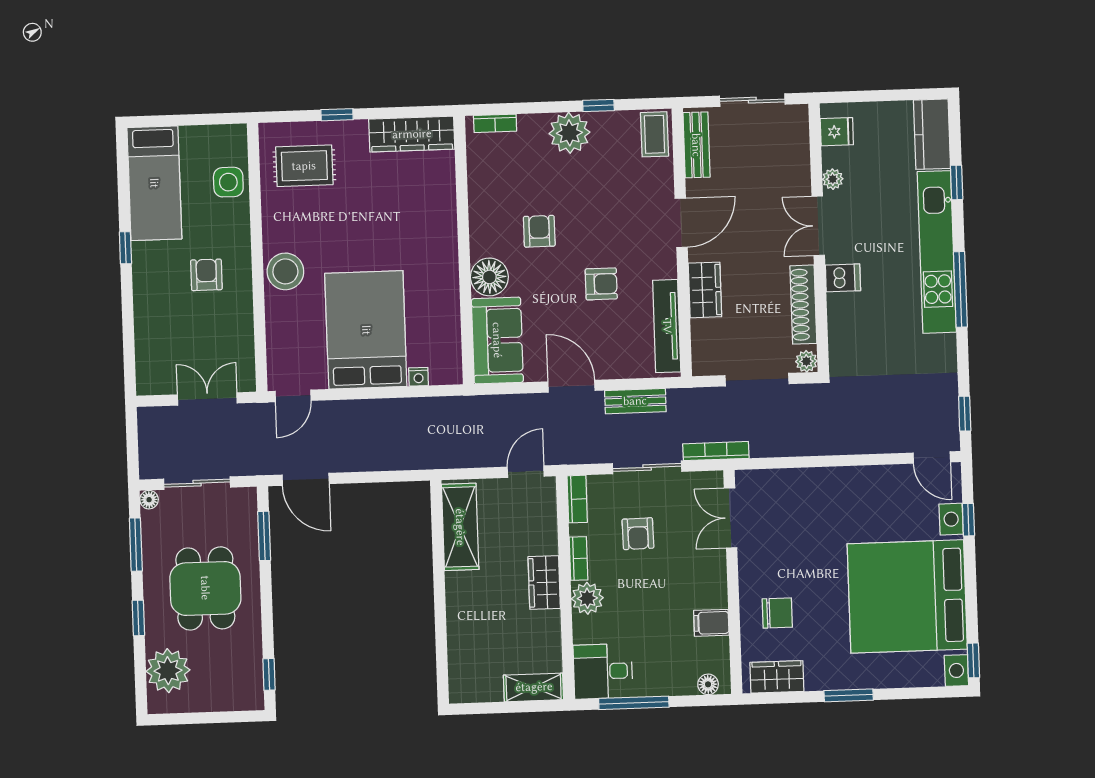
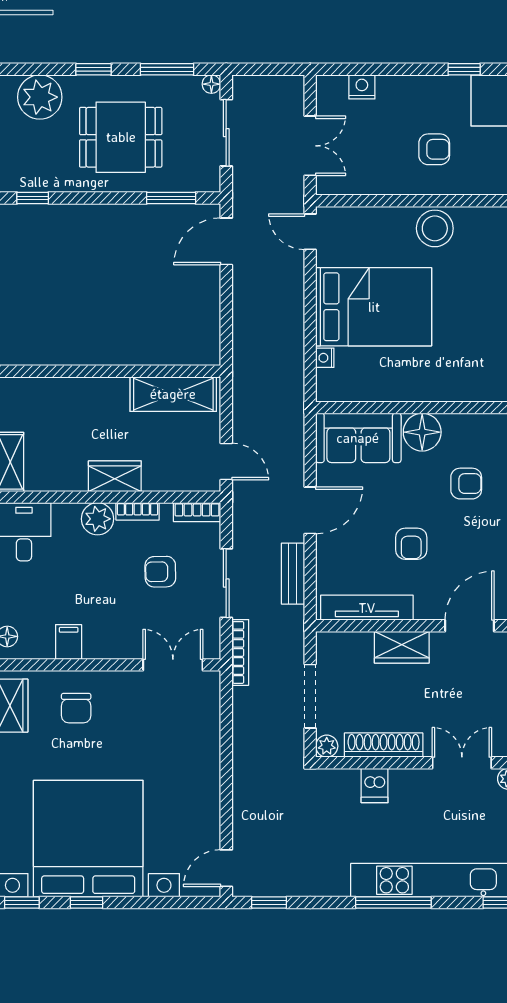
door: (681, 223) -> (470, 626), swing flipped
dishwasher: (843, 278) -> (375, 786), moved
nightstand: (147, 349) -> (362, 87), added
window: (968, 520) -> (86, 903), moved

